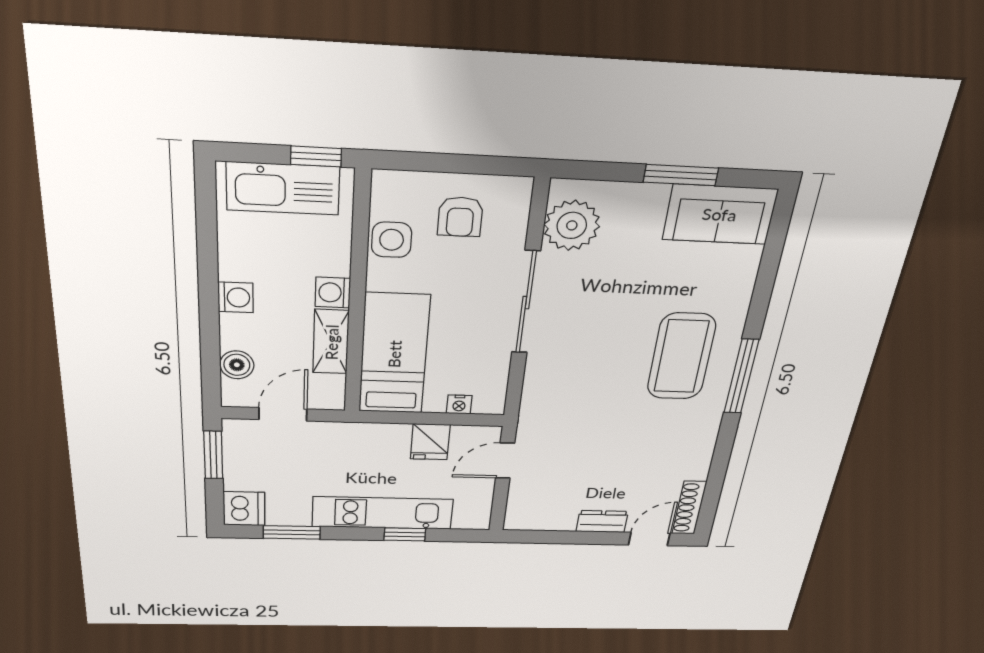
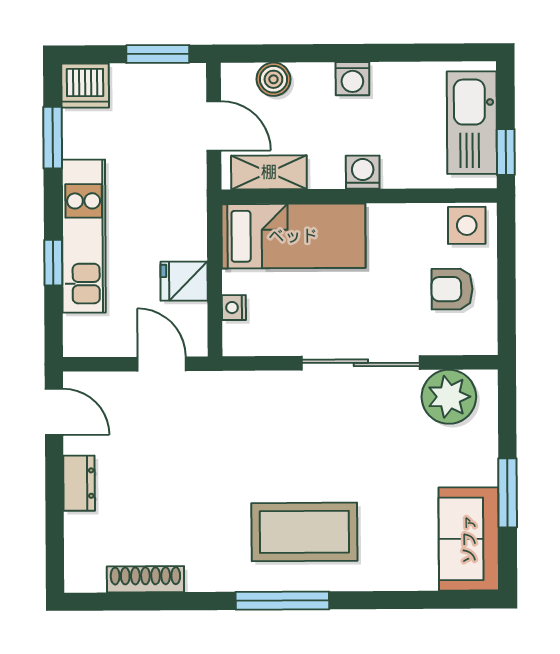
side table: (392, 240) -> (467, 225), moved
shelving: (331, 342) -> (269, 172), moved
shoe rack: (689, 508) -> (145, 579), moved
door: (649, 539) -> (54, 412), moved

